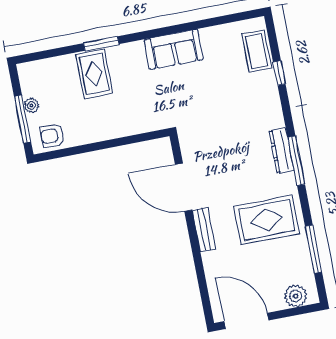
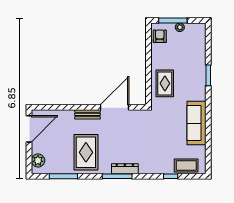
sofa: (174, 49) -> (196, 123), width x1.36
rug: (94, 74) -> (165, 83), moved, turned 90

